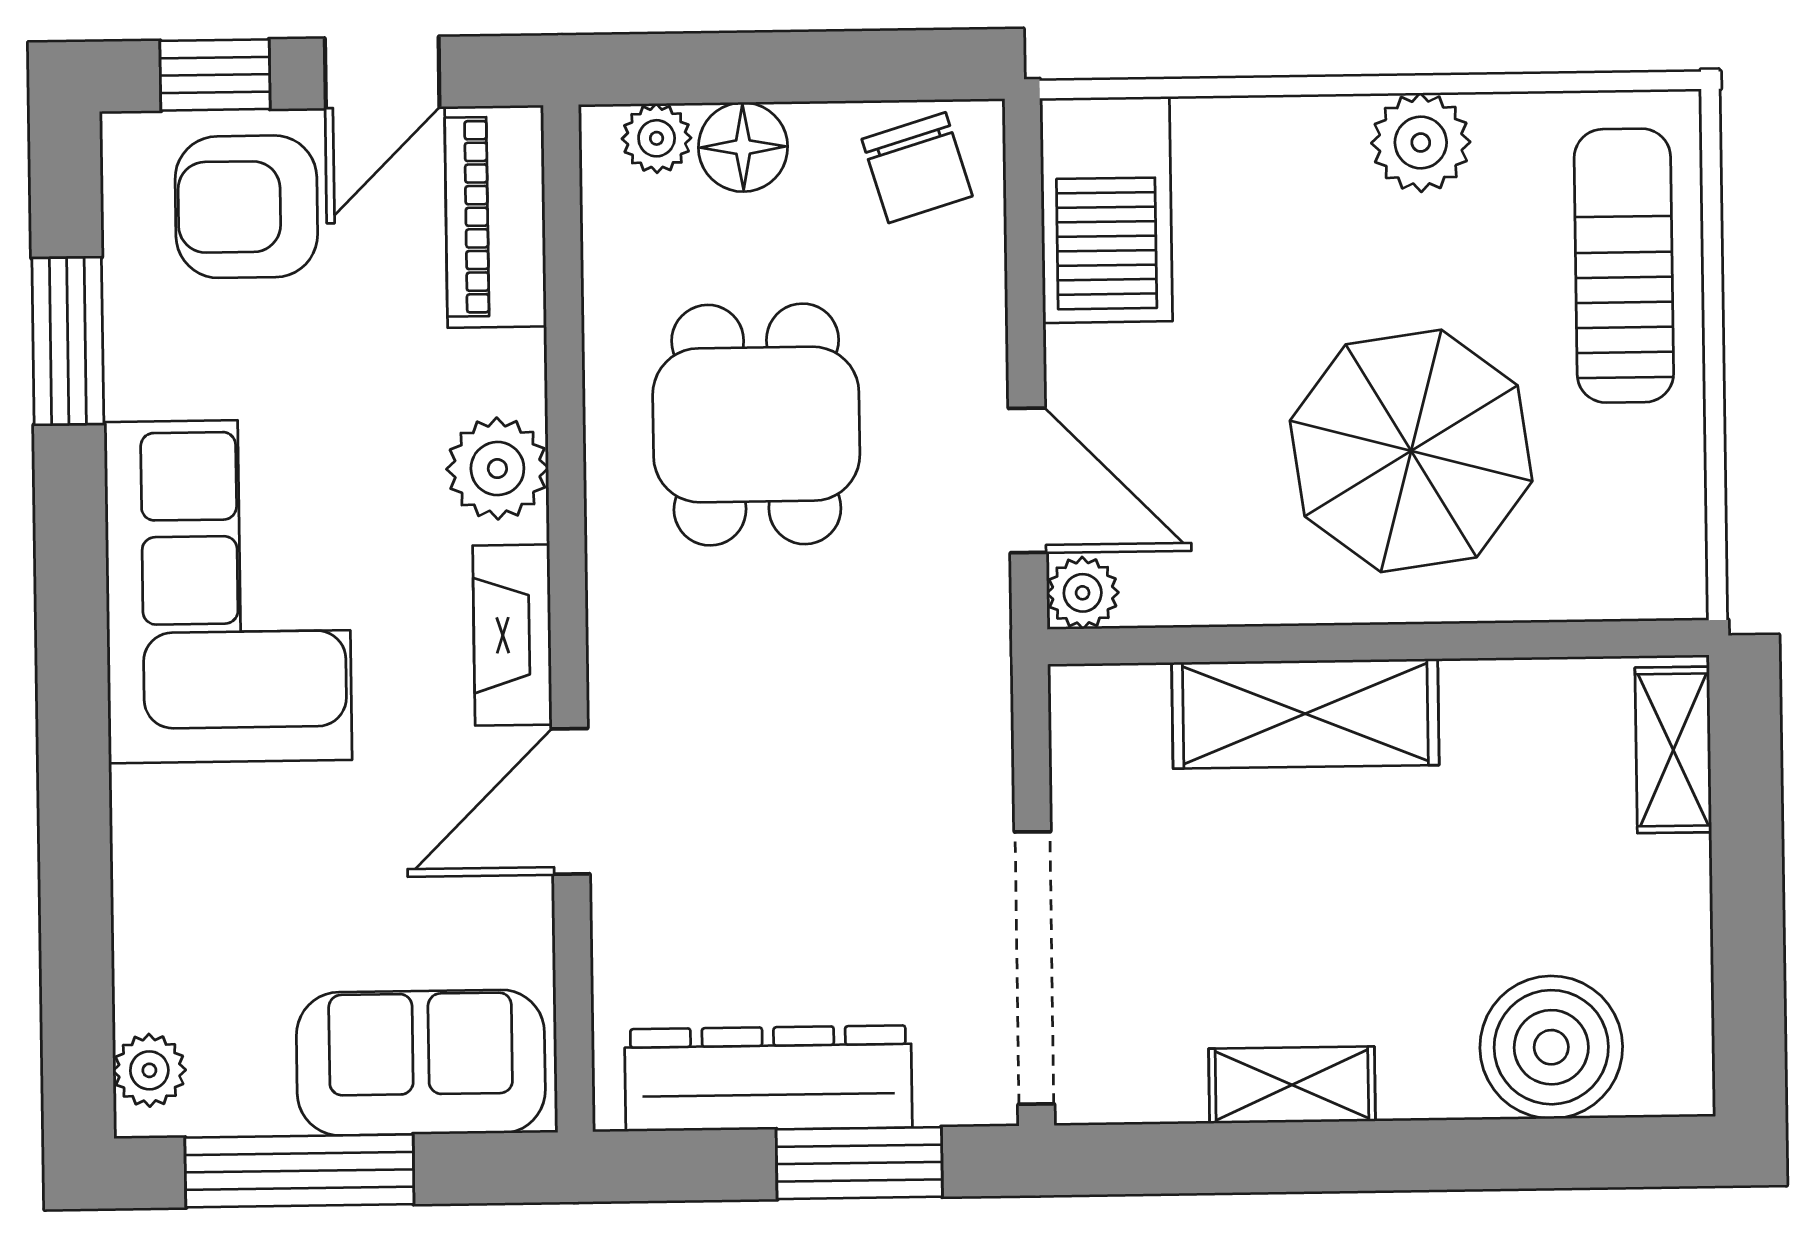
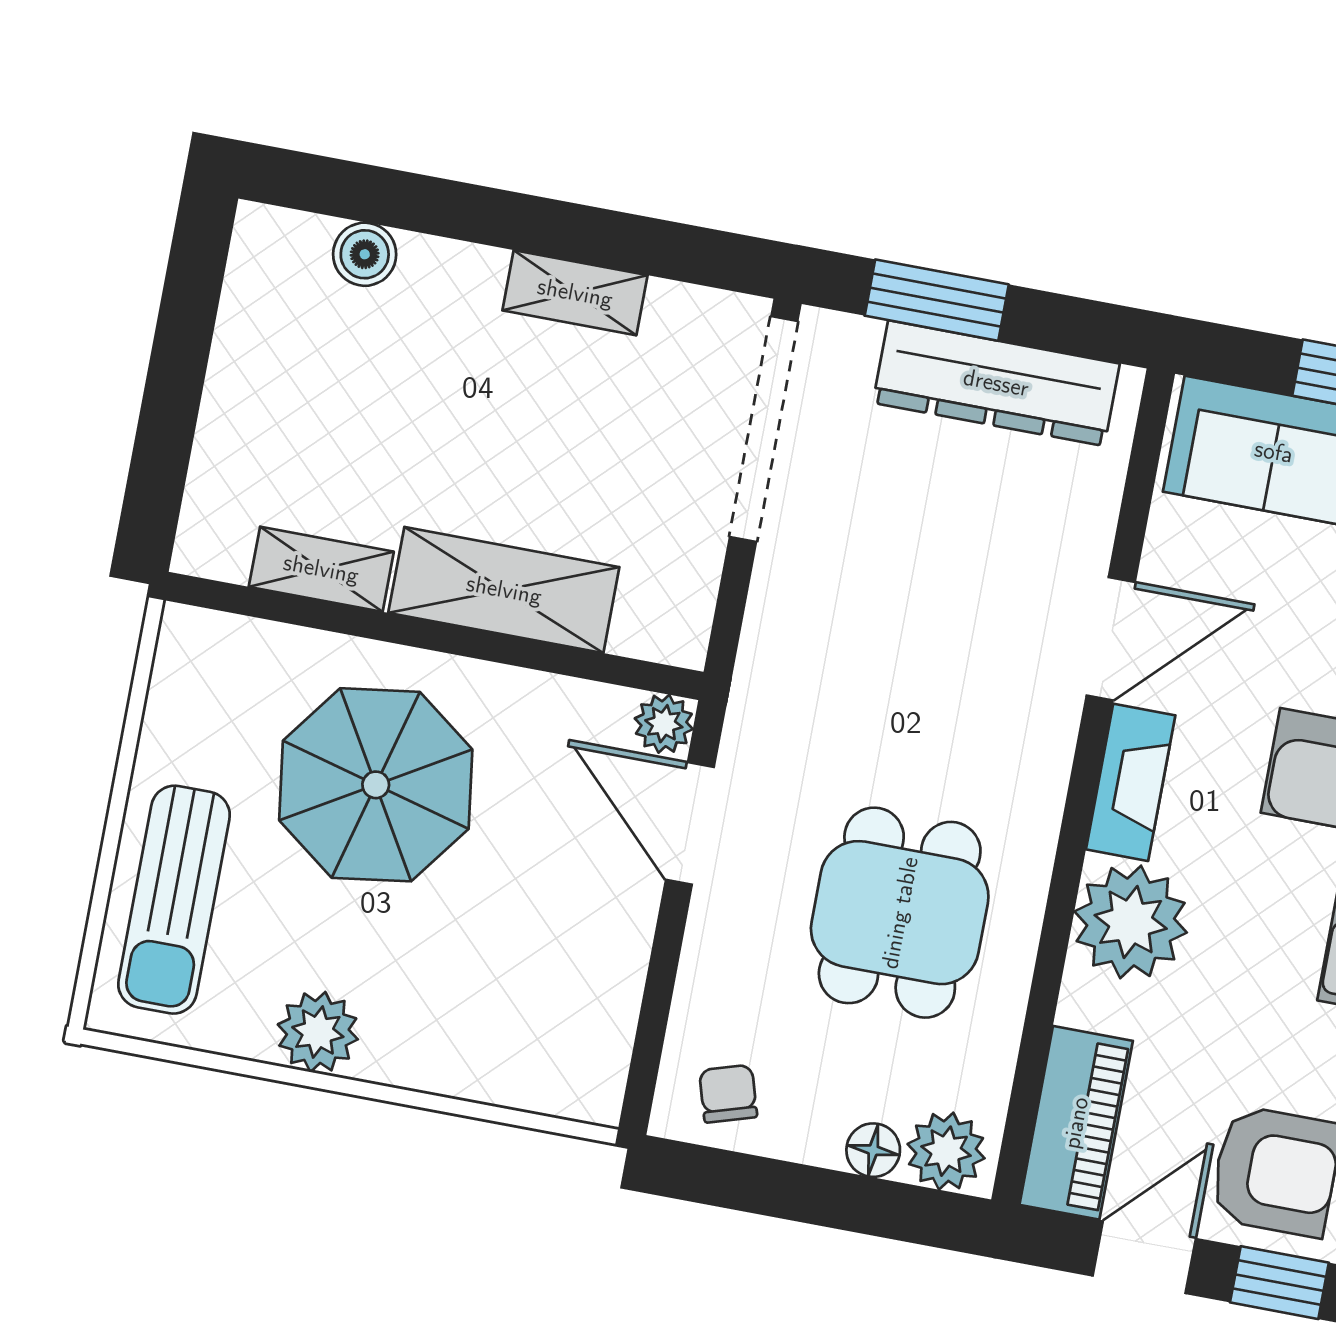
plant: (657, 138) -> (946, 1151), width x1.38, depth x1.38
floor lamp: (743, 147) -> (873, 1150), width x0.73, depth x0.73
chair: (917, 168) -> (728, 1094), width x0.73, depth x0.73
barbecue: (1106, 210) -> (583, 1029), removed
plant: (497, 469) -> (1131, 922), width x1.36, depth x1.36
shelving: (1673, 750) -> (321, 569), moved, turned 90
boiler: (1551, 1047) -> (365, 254), width x0.54, depth x0.54

